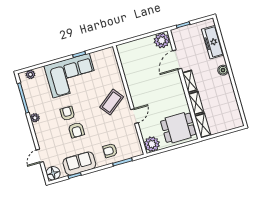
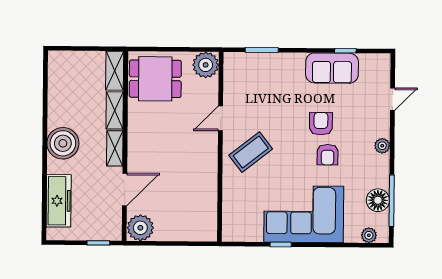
boiler: (223, 70) -> (63, 143), width x1.86, depth x1.86
plant: (35, 118) -> (382, 146), moved
armchair: (110, 151) -> (276, 74), removed
floor lamp: (53, 173) -> (378, 200), moved

